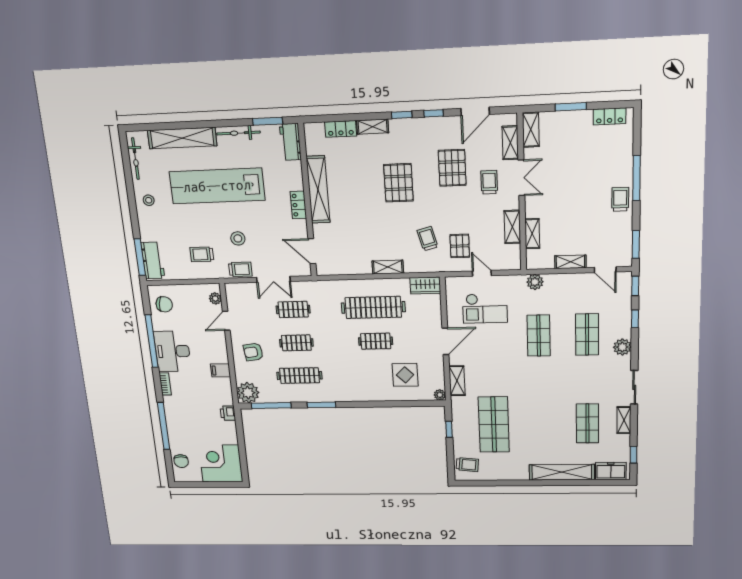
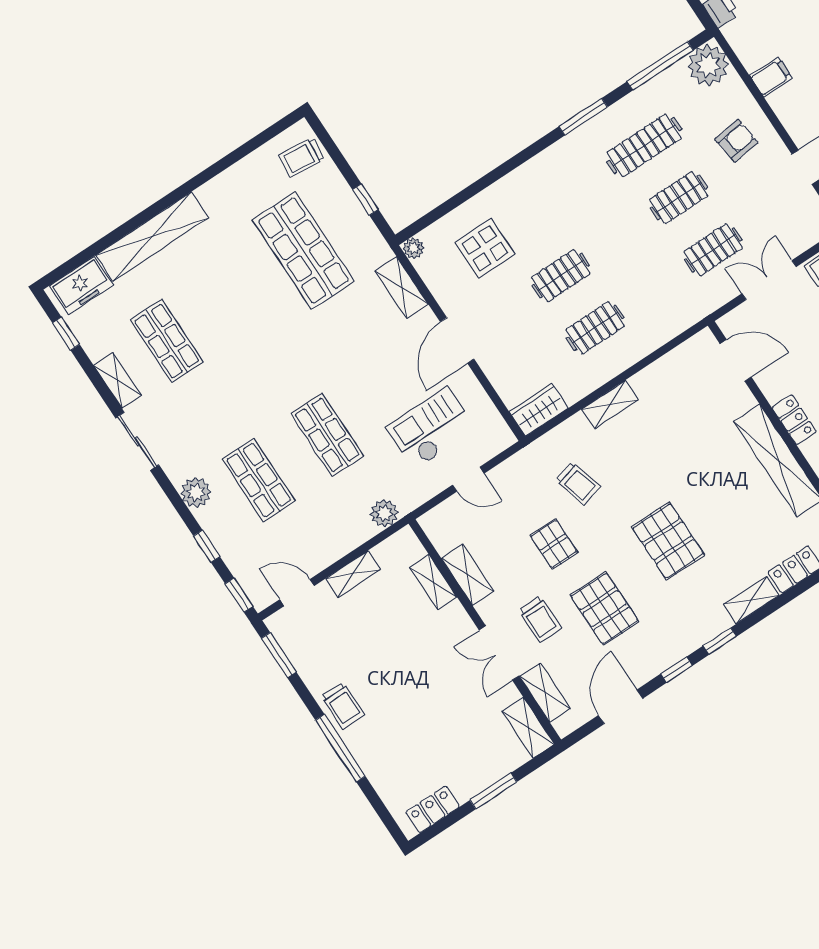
pallet: (460, 246) -> (554, 544), moved
clothes rail: (373, 307) -> (595, 328), width x0.54, depth x0.76

